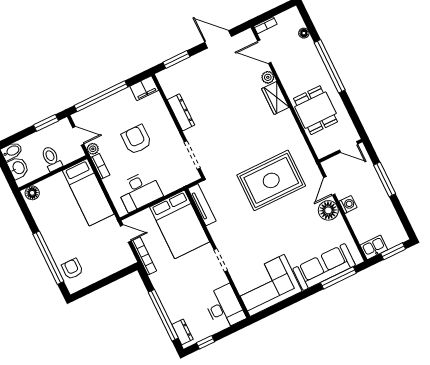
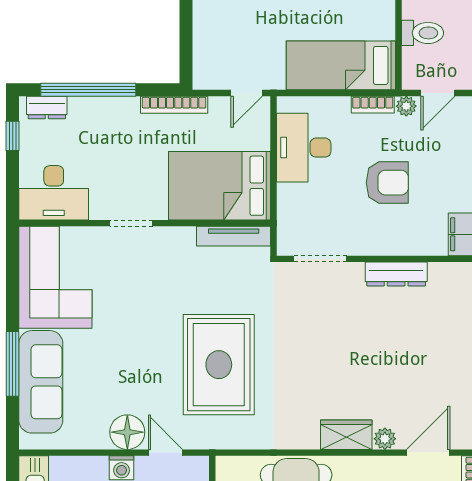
bookcase: (144, 256) -> (174, 105), moved
window: (338, 278) -> (13, 364), moved

